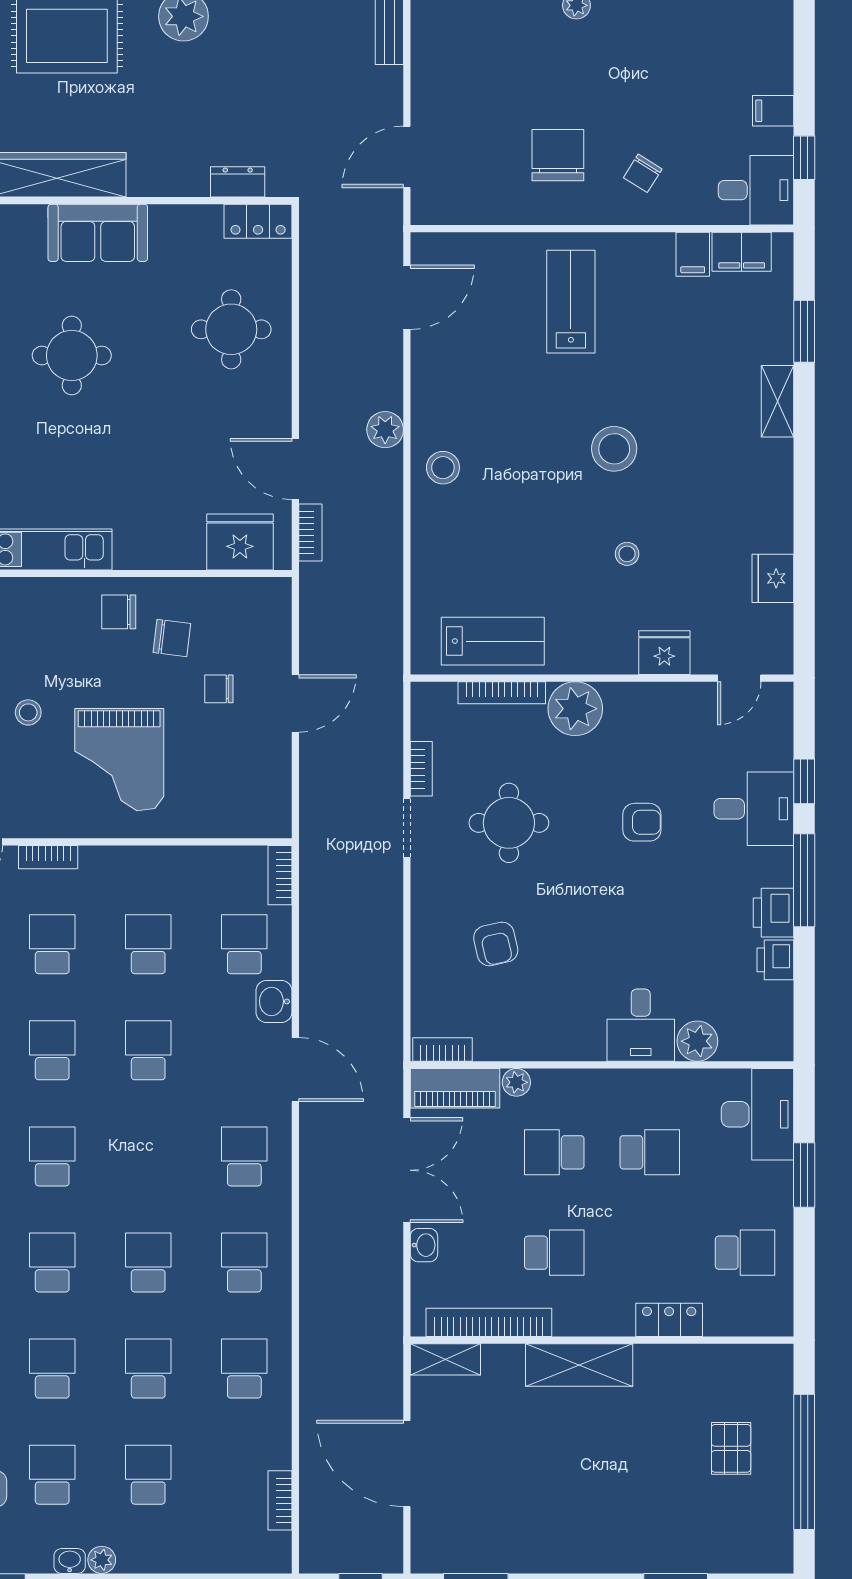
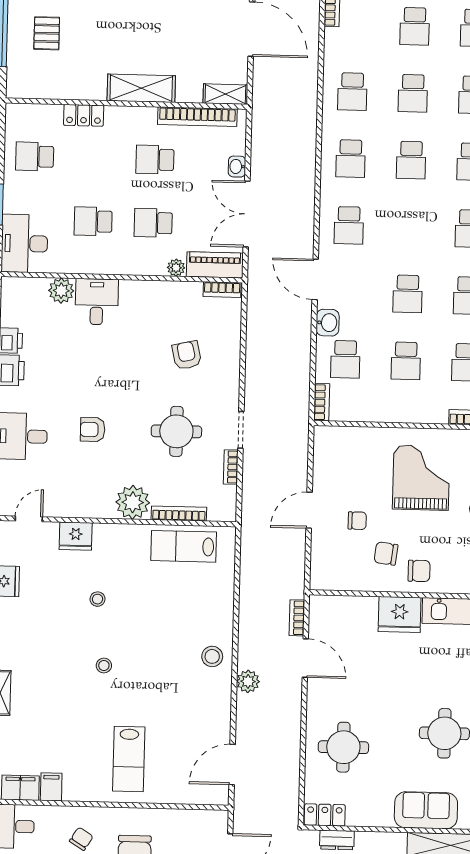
stool: (614, 449) -> (104, 666), width x0.53, depth x0.53
fridge: (240, 542) -> (400, 614), moved
school desk: (554, 1152) -> (153, 223), turned 180

